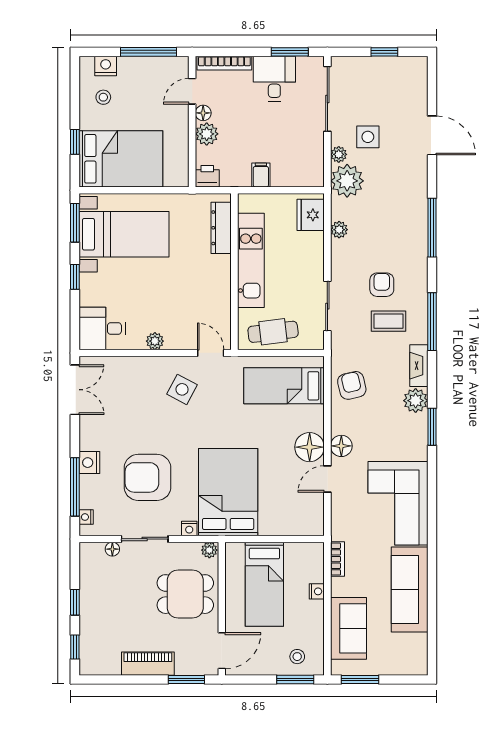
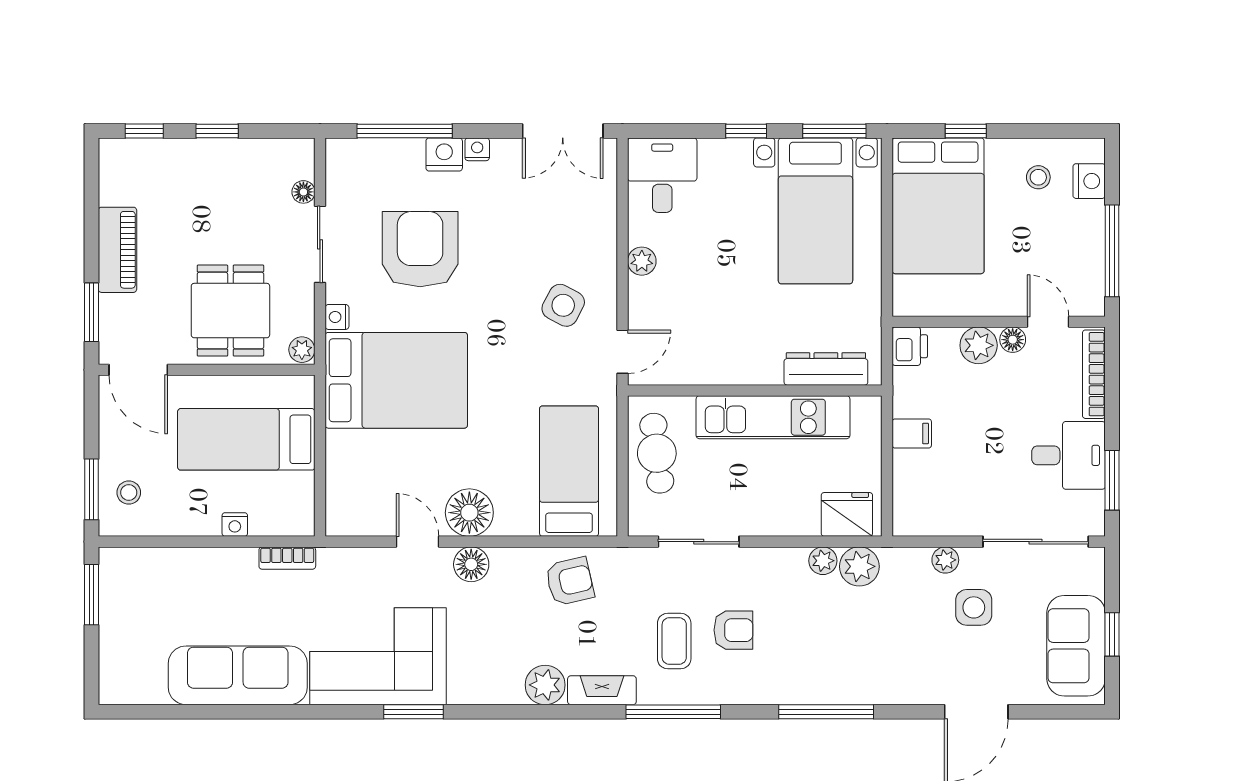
plant: (347, 181) -> (859, 566), moved, width x0.73, depth x0.73
window: (432, 427) -> (414, 712), moved
nightstand: (86, 517) -> (477, 149), moved
sofa: (348, 628) -> (1076, 646), moved, turned 90

